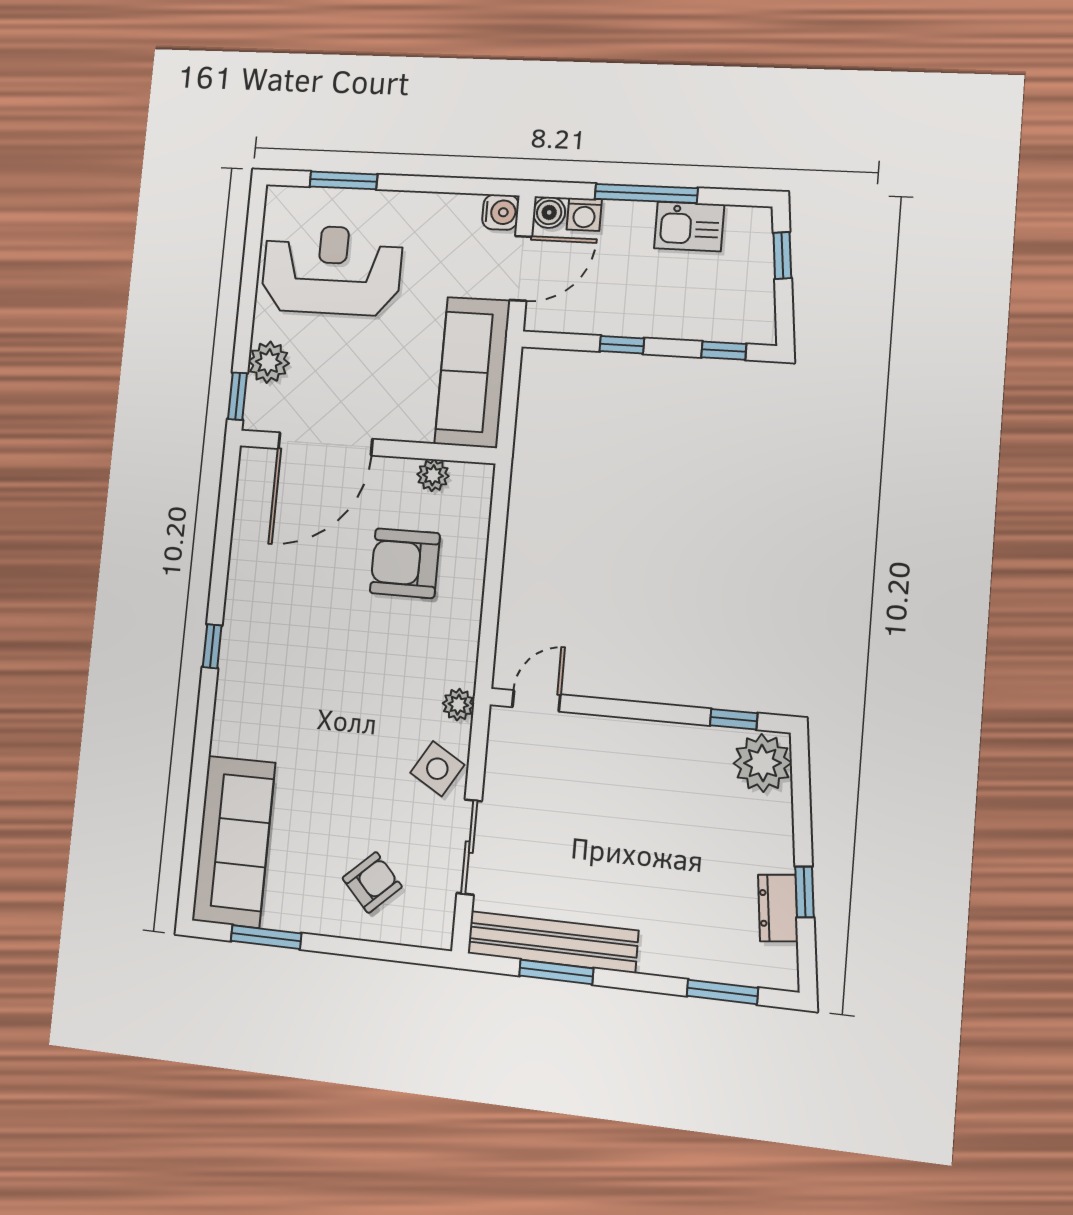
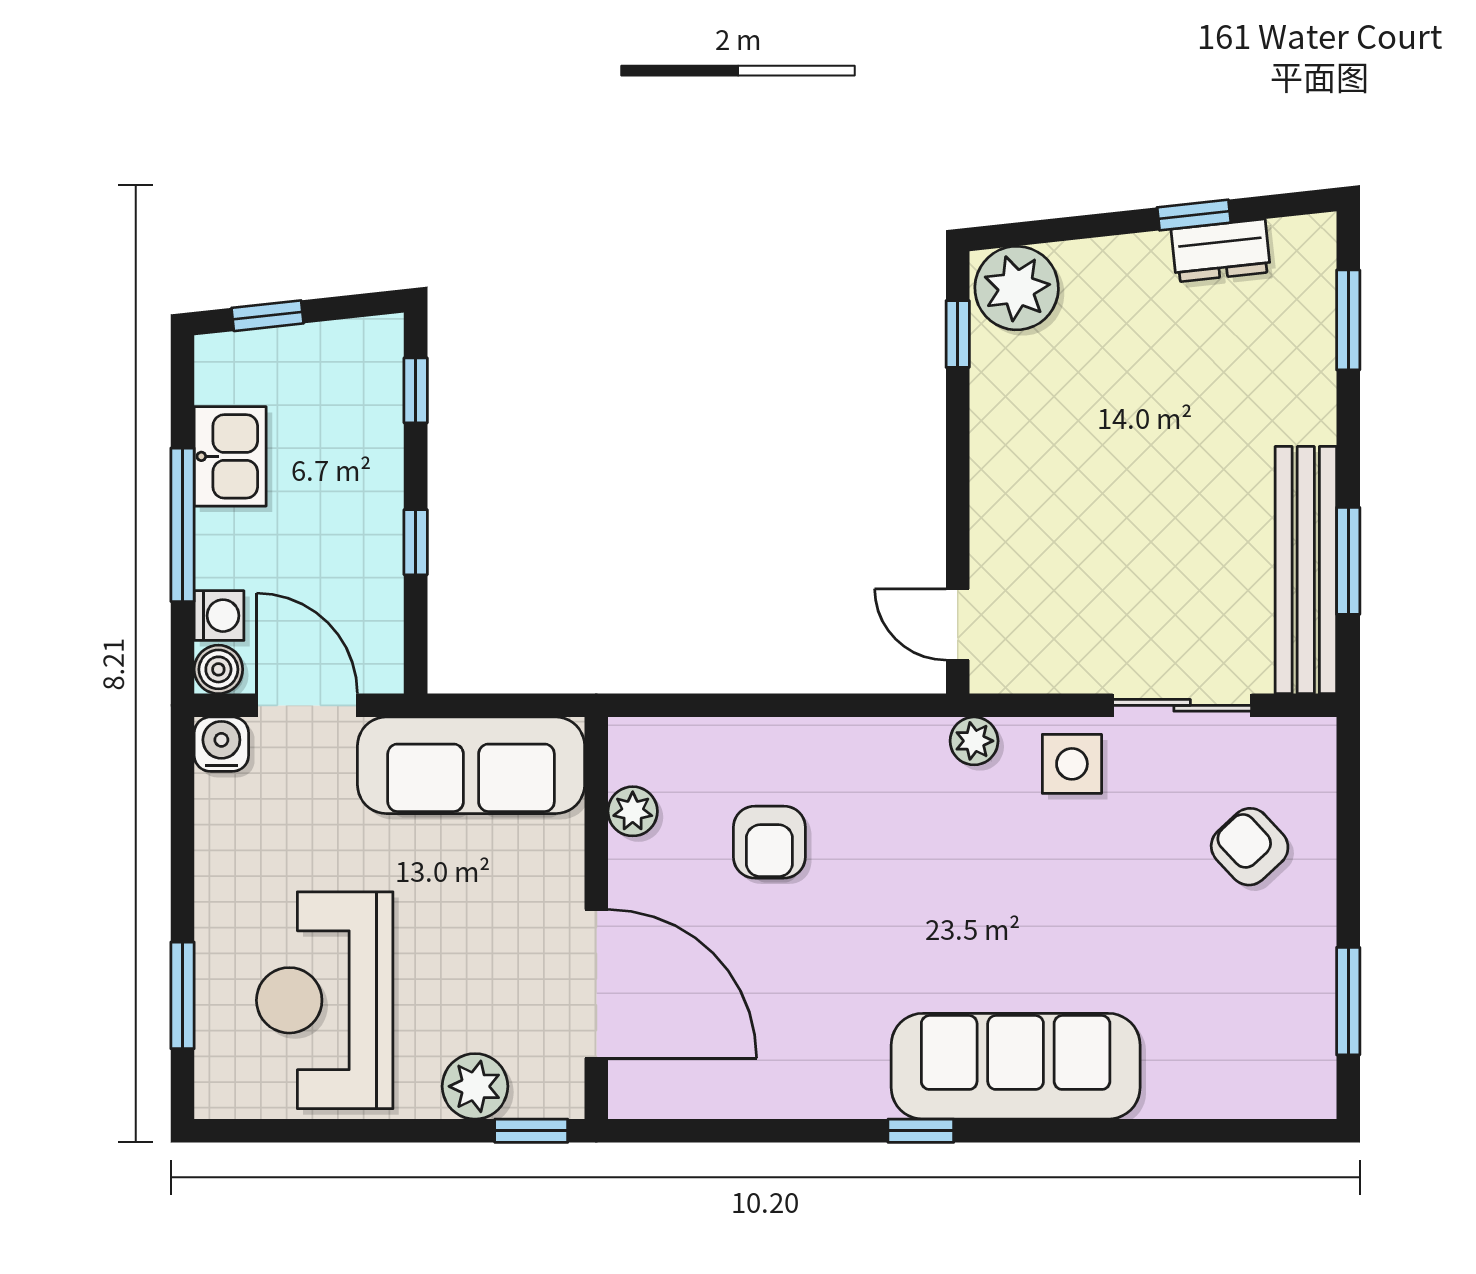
armchair: (405, 563) -> (769, 842), width x0.72, depth x0.72
side table: (437, 769) -> (1072, 764), turned -31
sofa: (234, 842) -> (1016, 1066), moved

